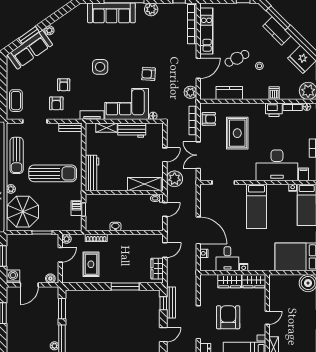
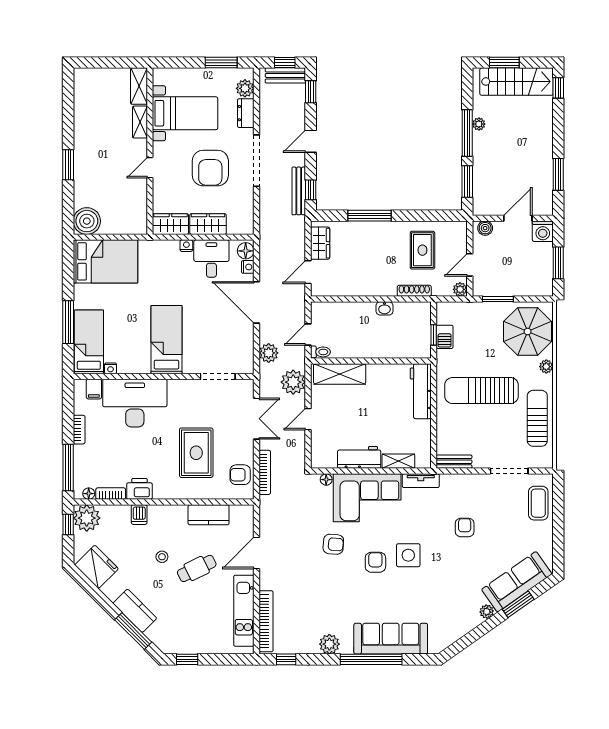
plant: (190, 92) -> (269, 353), moved
armchair: (56, 103) -> (375, 562), moved
floor lamp: (205, 264) -> (246, 251), added

